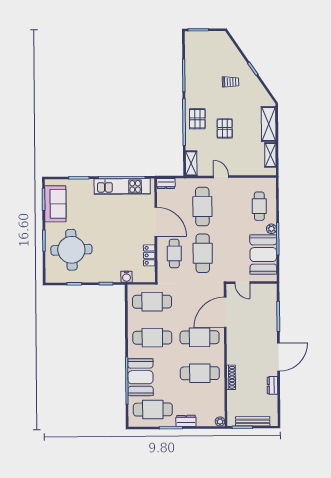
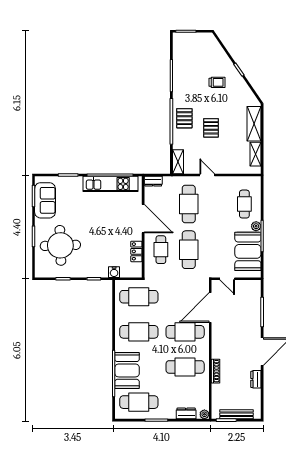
dresser: (186, 421) -> (186, 413), moved

